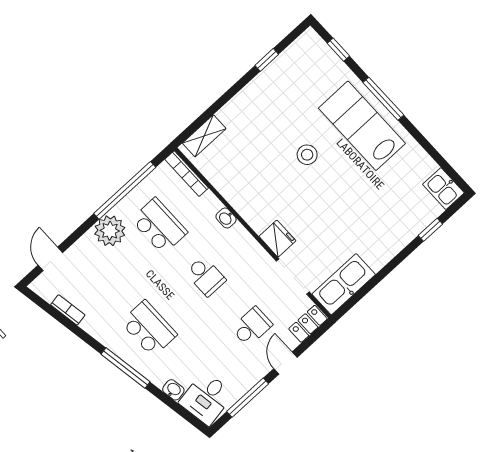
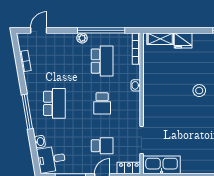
plant: (110, 231) -> (82, 38), width x0.53, depth x0.53
fridge: (277, 239) -> (183, 41), moved, turned 90

